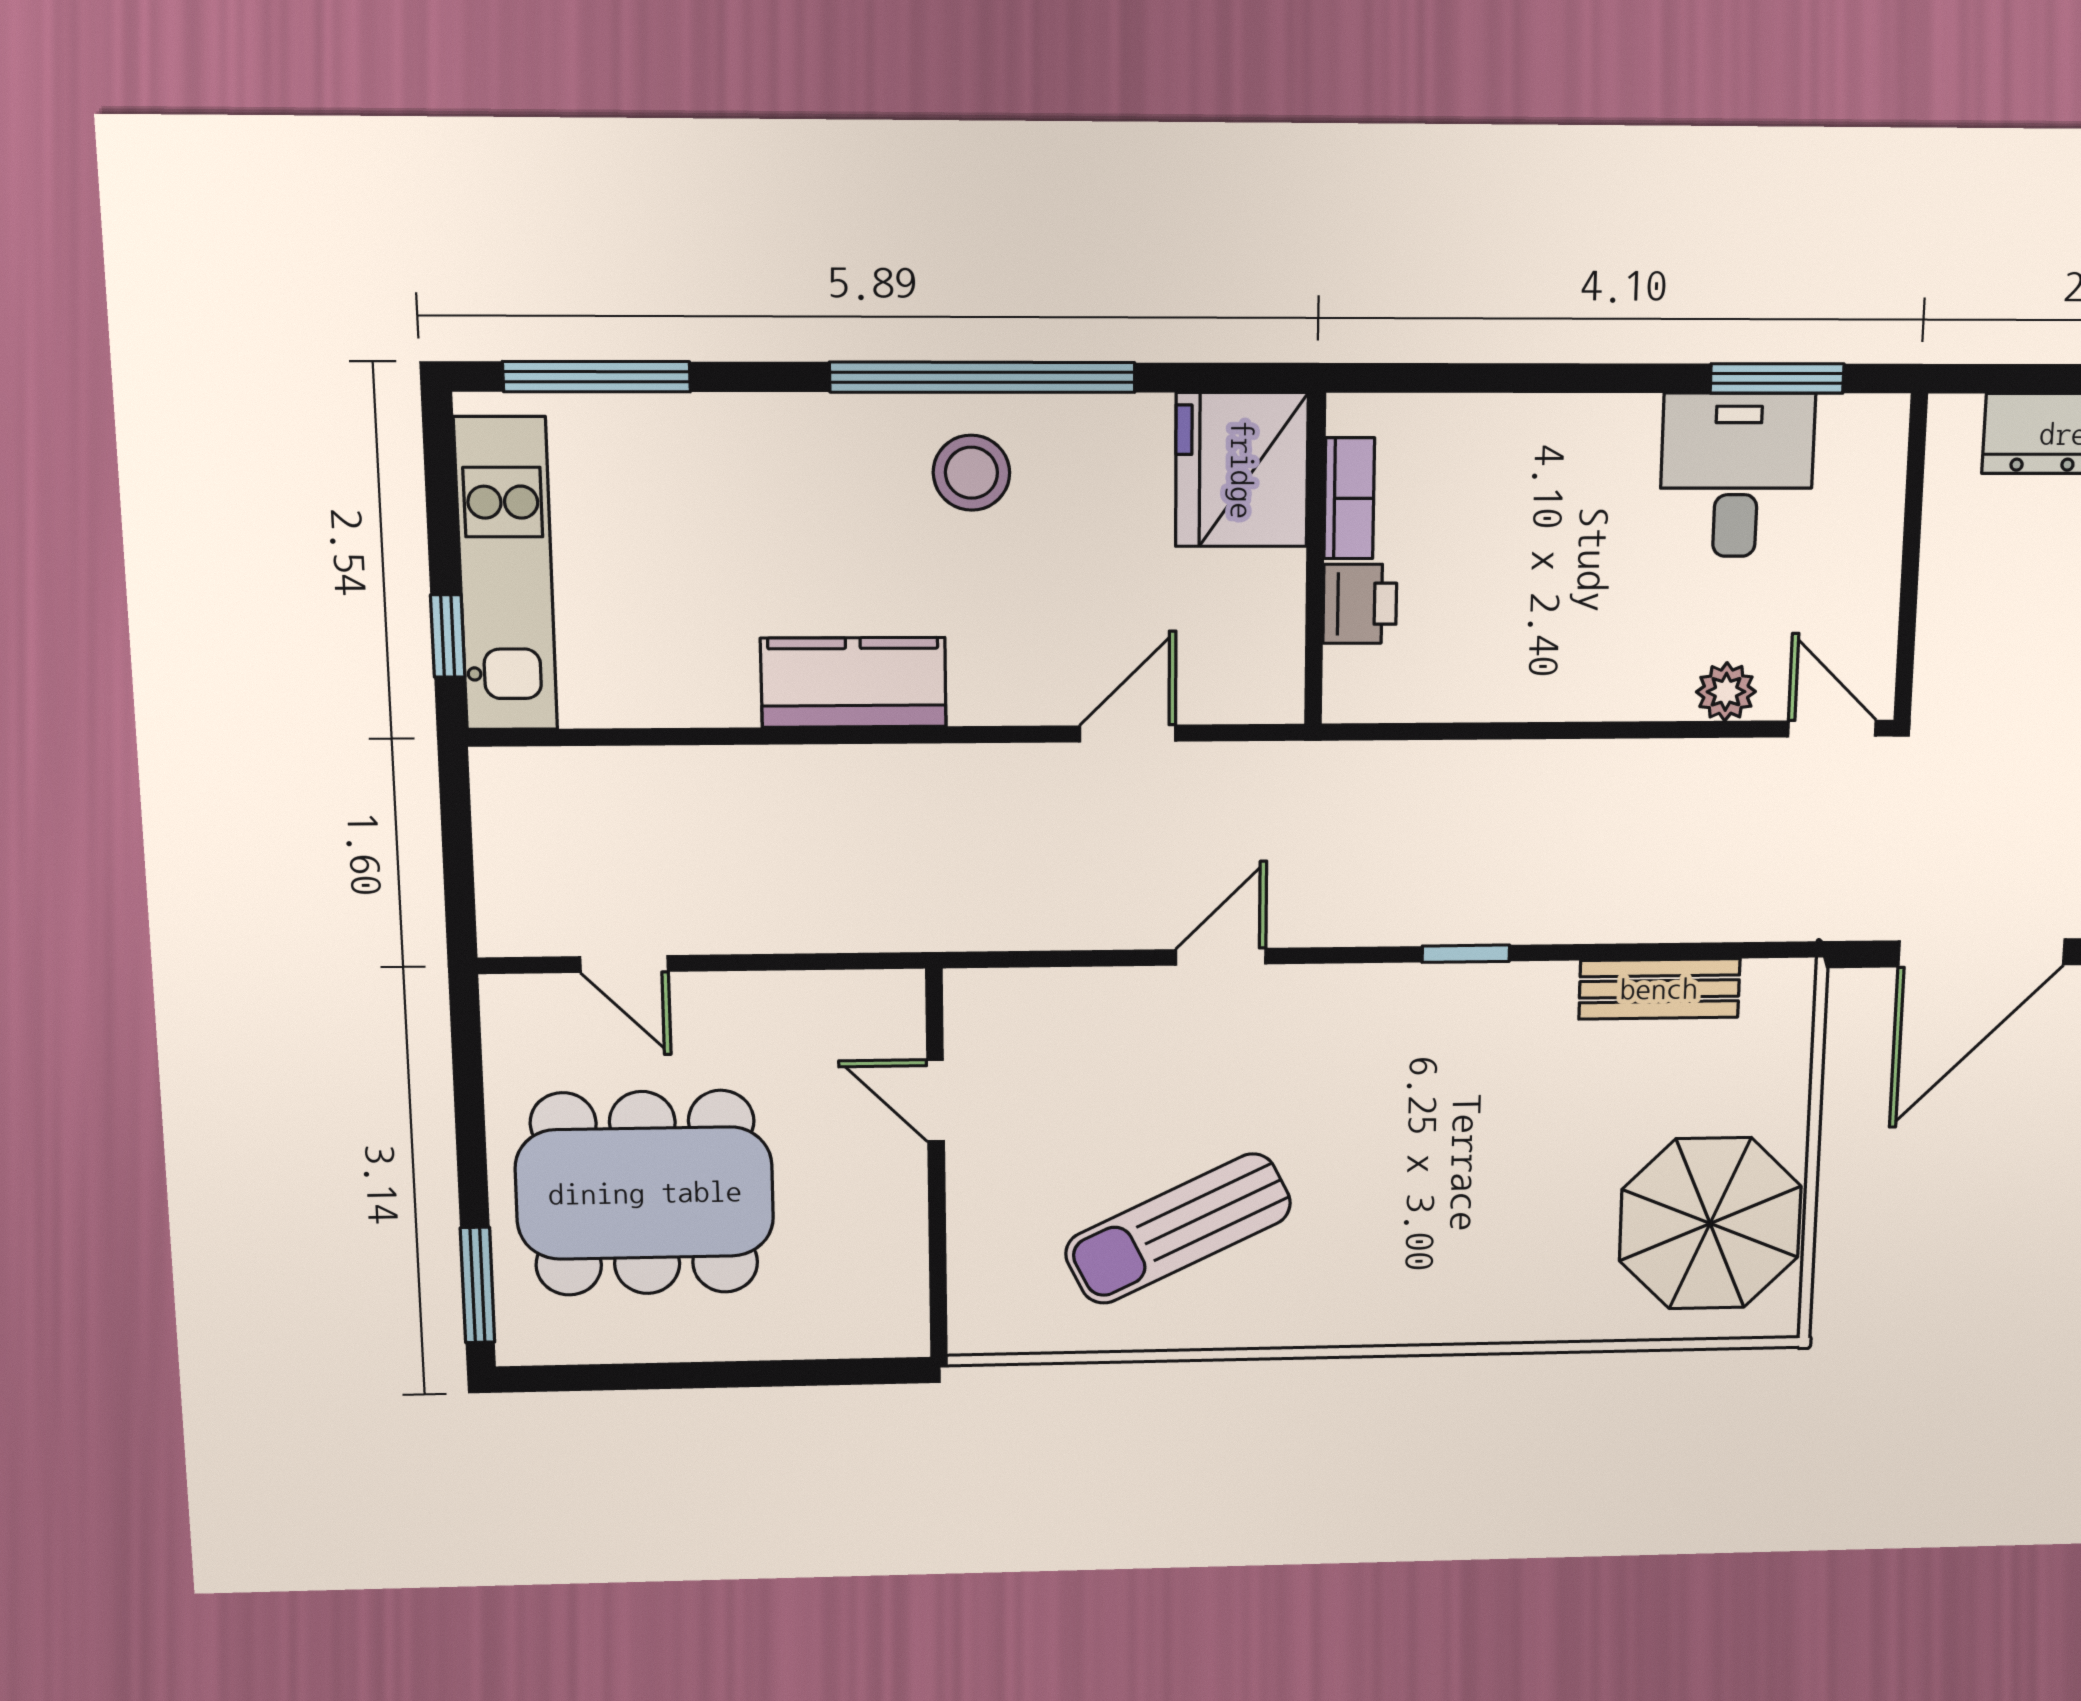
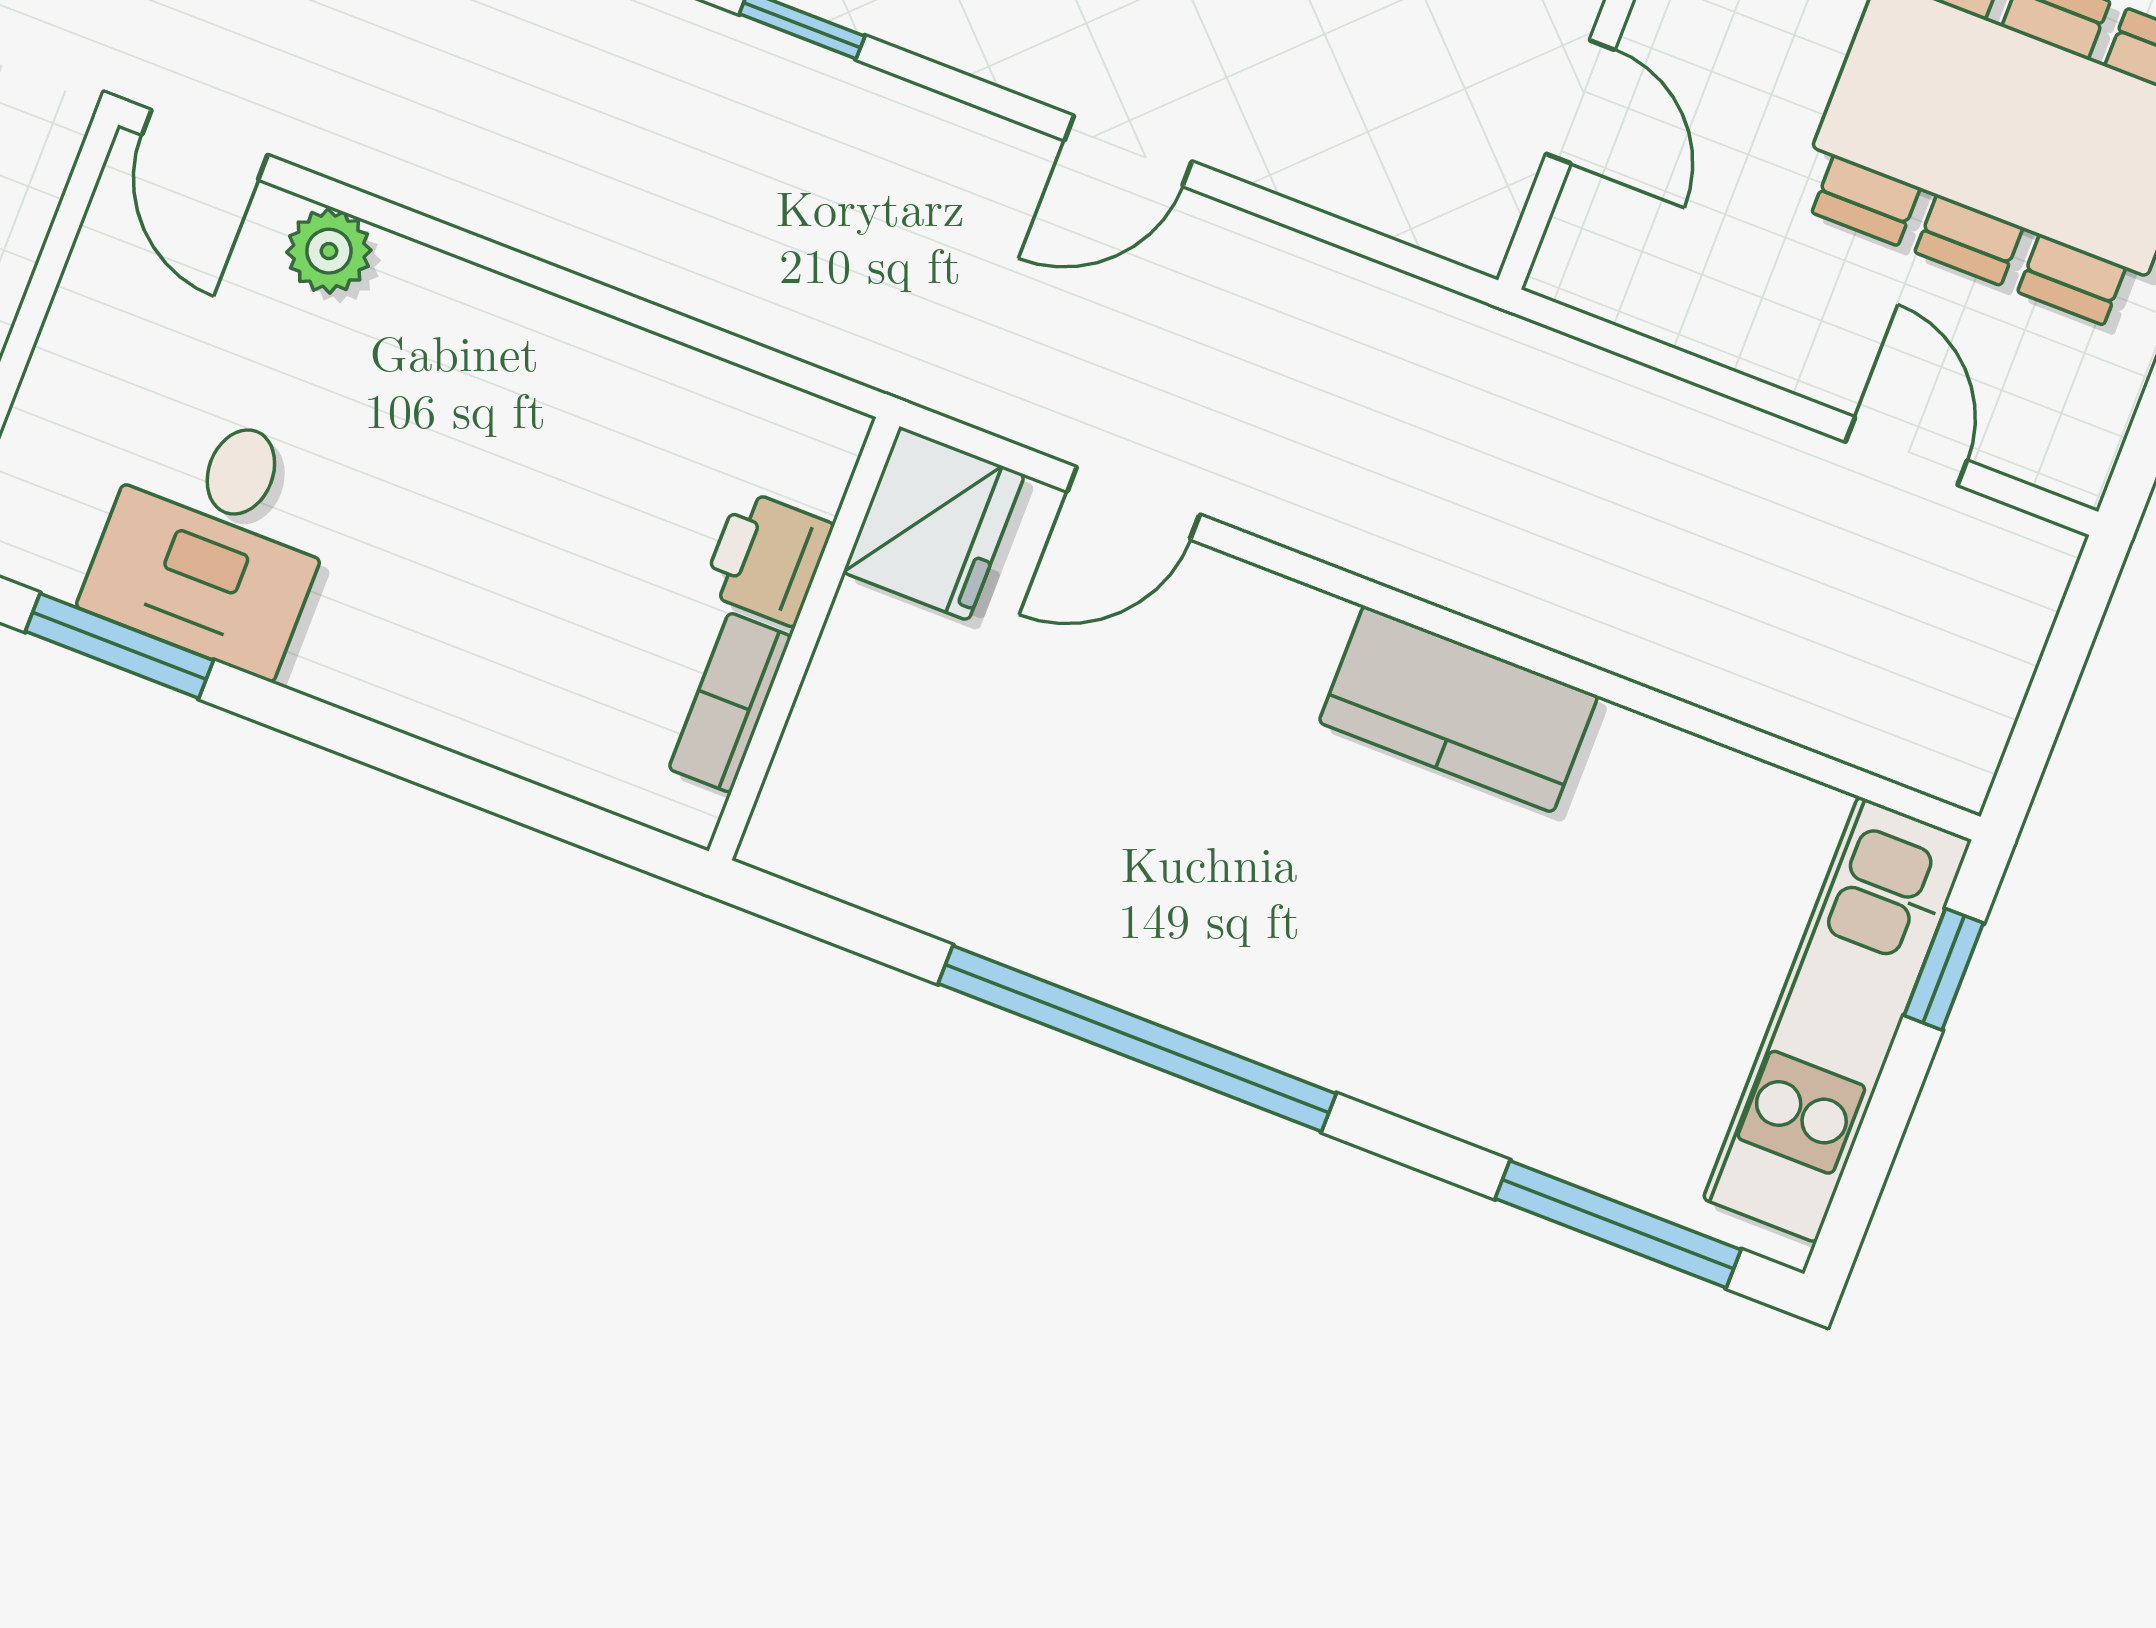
fridge: (1242, 470) -> (934, 524), moved, width x0.73, depth x0.75
stool: (971, 473) -> (1200, 922), removed

